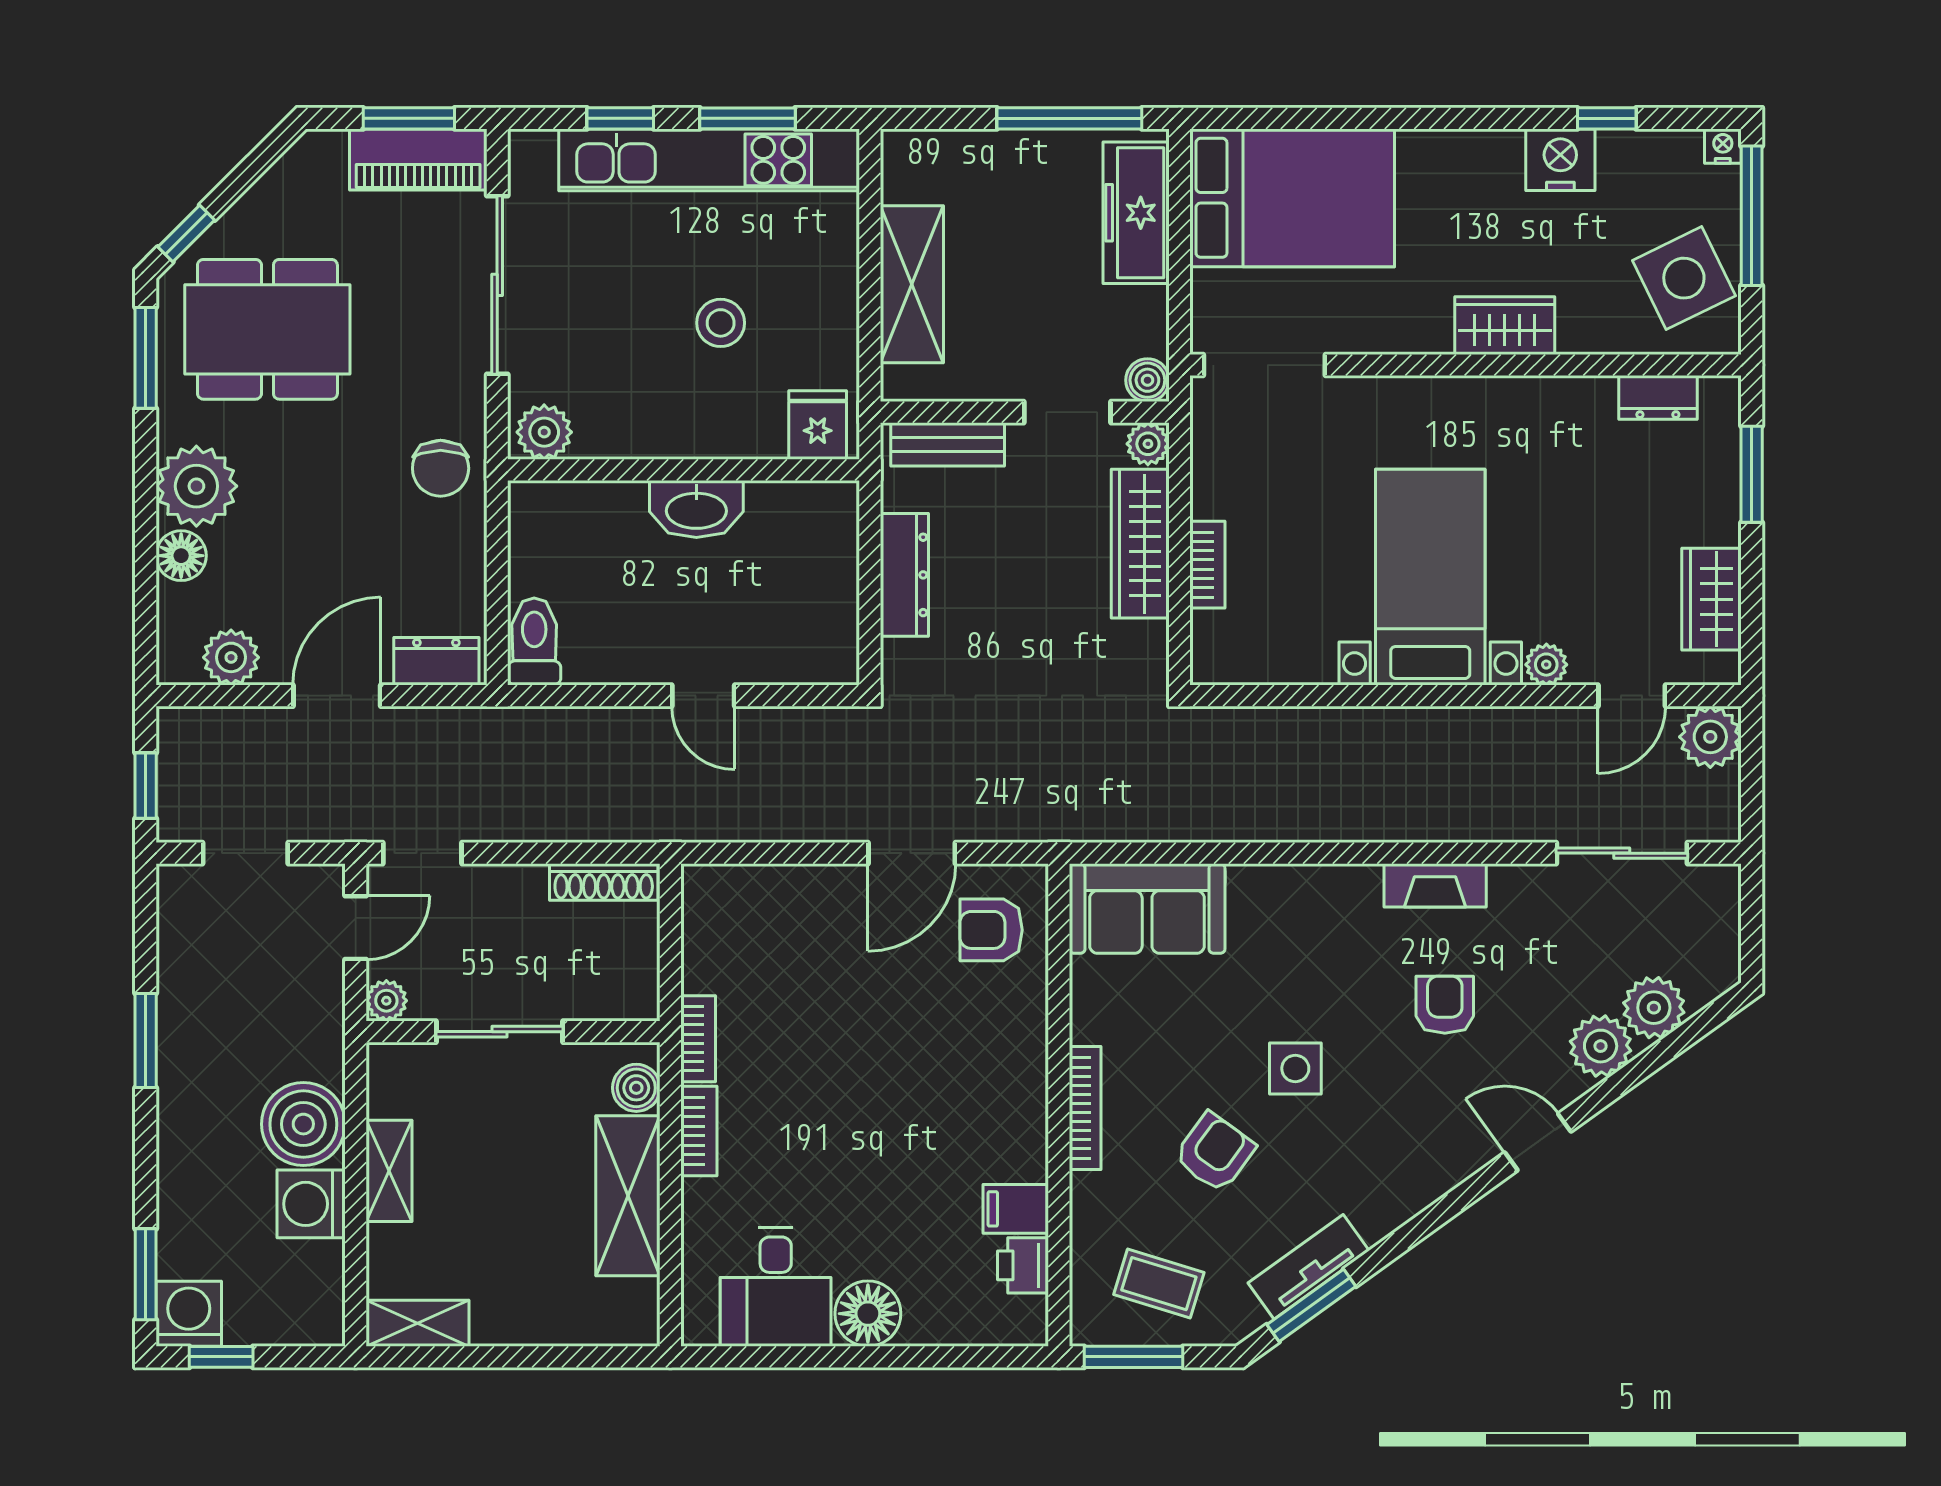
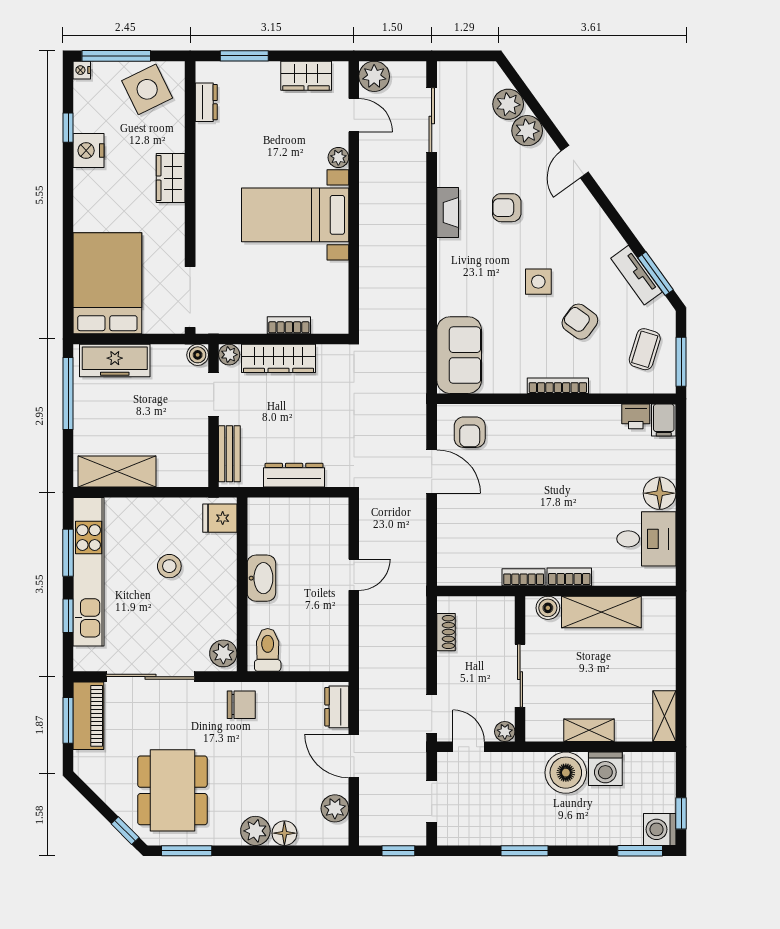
shelving: (912, 284) -> (117, 471), moved
plant: (196, 486) -> (255, 831), width x0.73, depth x0.73
toilet: (534, 642) -> (268, 650), moved, turned 90
shoe rack: (604, 882) -> (446, 632), width x0.70
filing cabinet: (1016, 1209) -> (664, 420), moved

